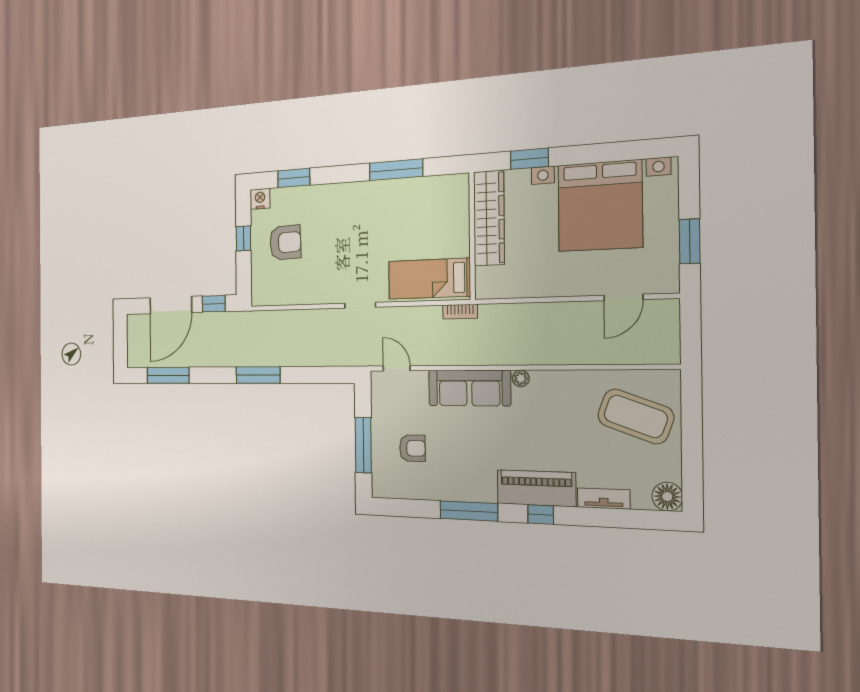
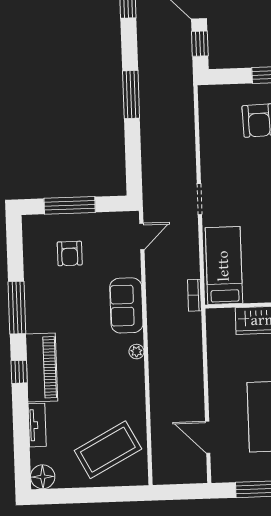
sofa: (469, 388) -> (126, 305), width x0.74
coffee table: (636, 416) -> (108, 450), turned 42

